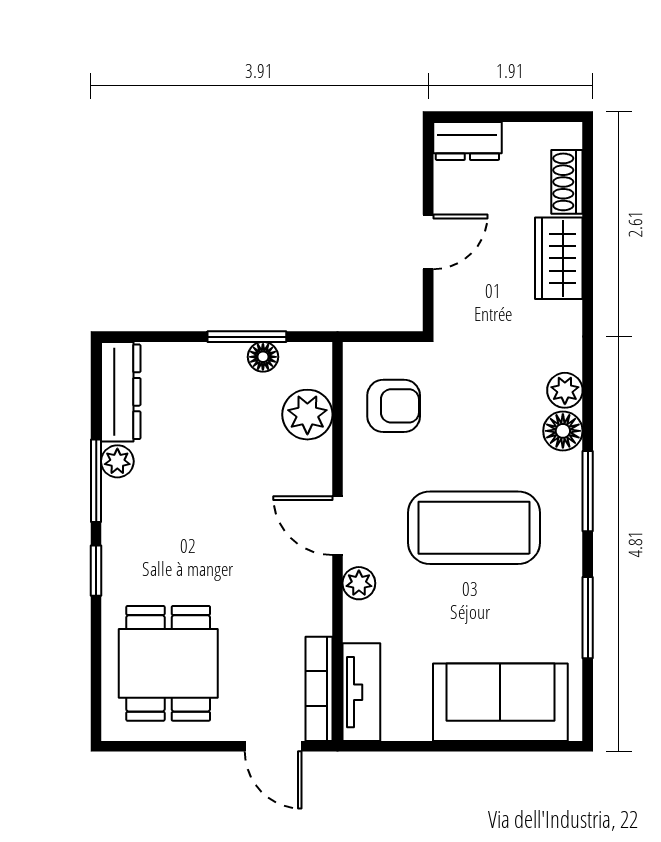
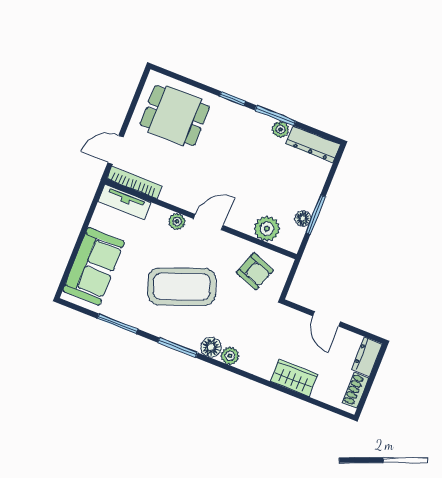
shoe rack: (567, 182) -> (356, 390), moved, turned -90
armchair: (394, 406) -> (255, 271), turned -70
coffee table: (474, 528) -> (182, 287), turned 69

